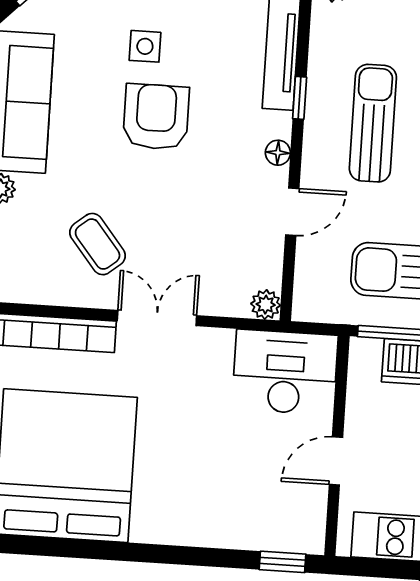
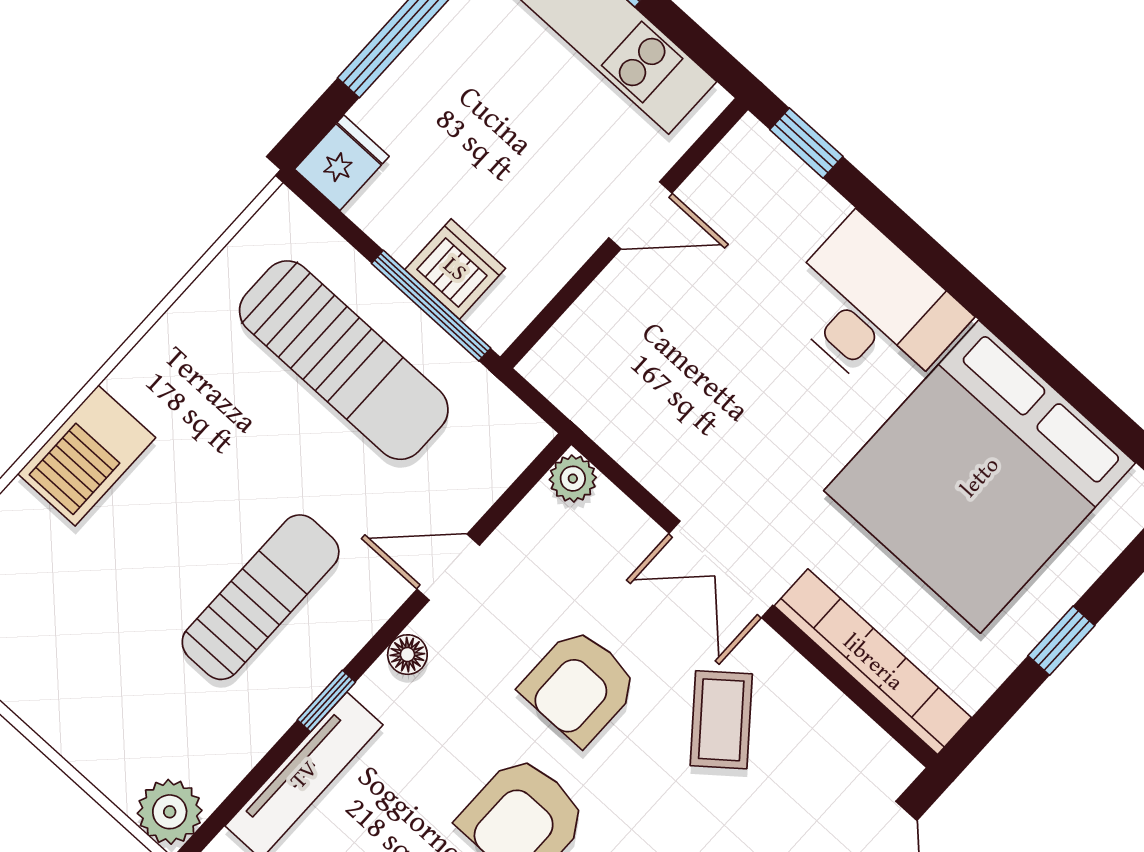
sun lounger: (373, 123) -> (261, 597), turned 180
armchair: (181, 205) -> (579, 686), added
desk: (285, 372) -> (873, 309), moved, turned 180

